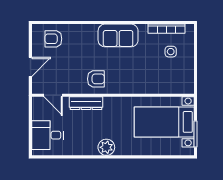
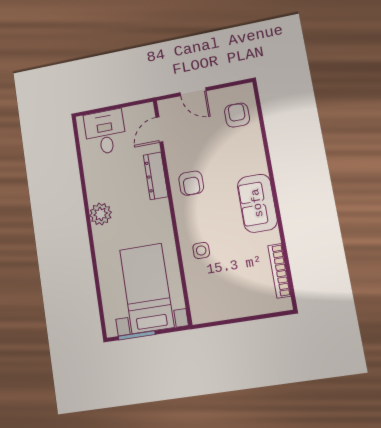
side table: (171, 52) -> (201, 250), moved

